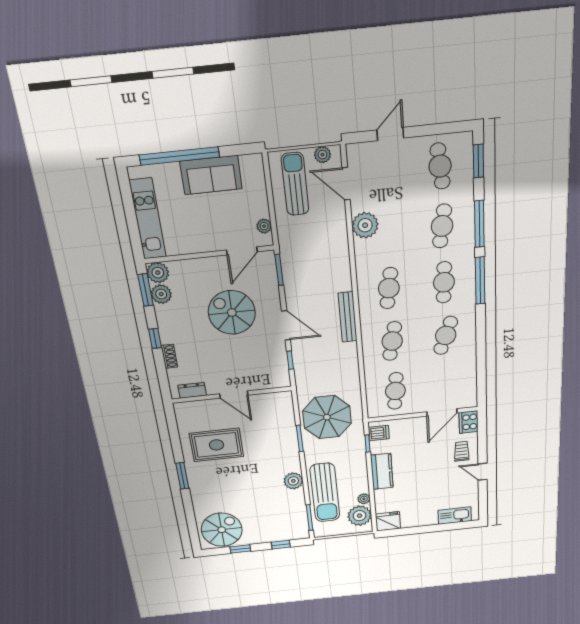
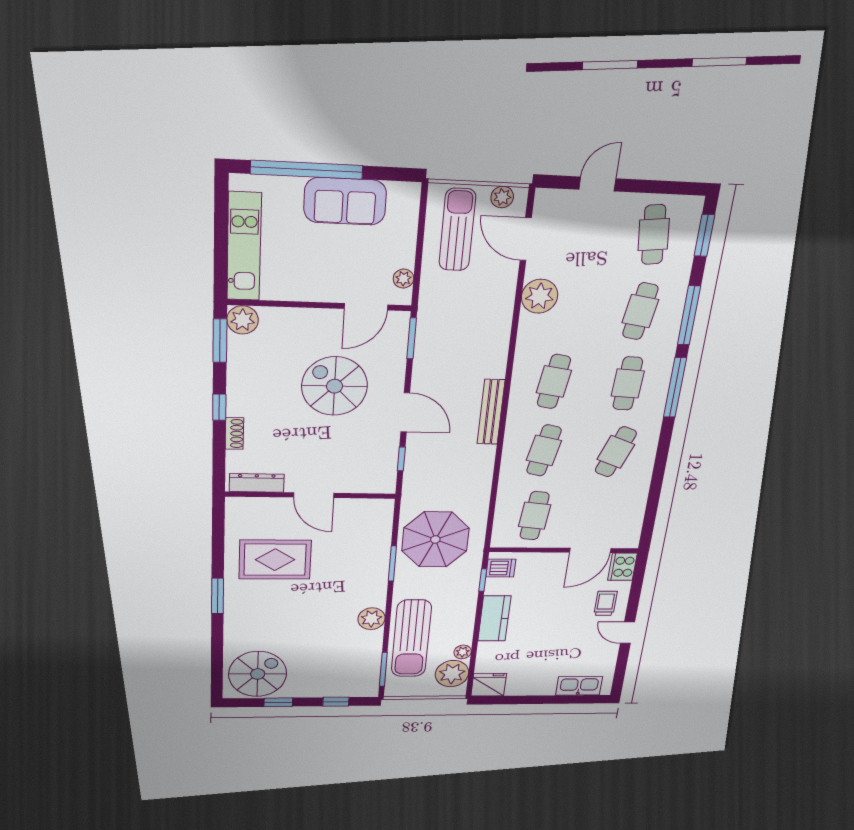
plant: (161, 294) -> (241, 349), removed
dresser: (192, 390) -> (257, 483), width x1.44

